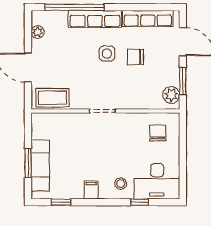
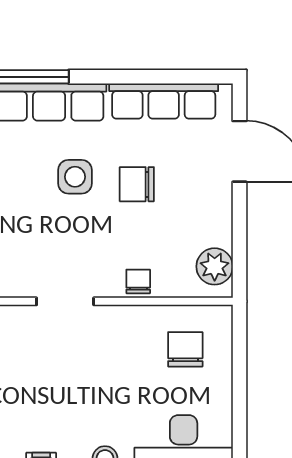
window: (183, 81) -> (239, 237), removed
chair: (136, 102) -> (138, 281), added

